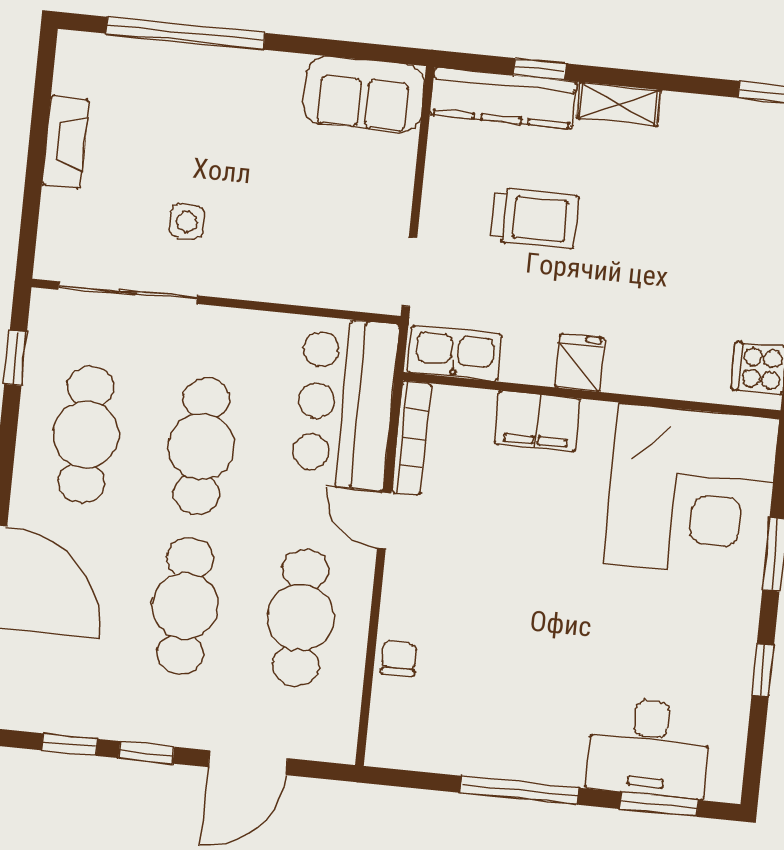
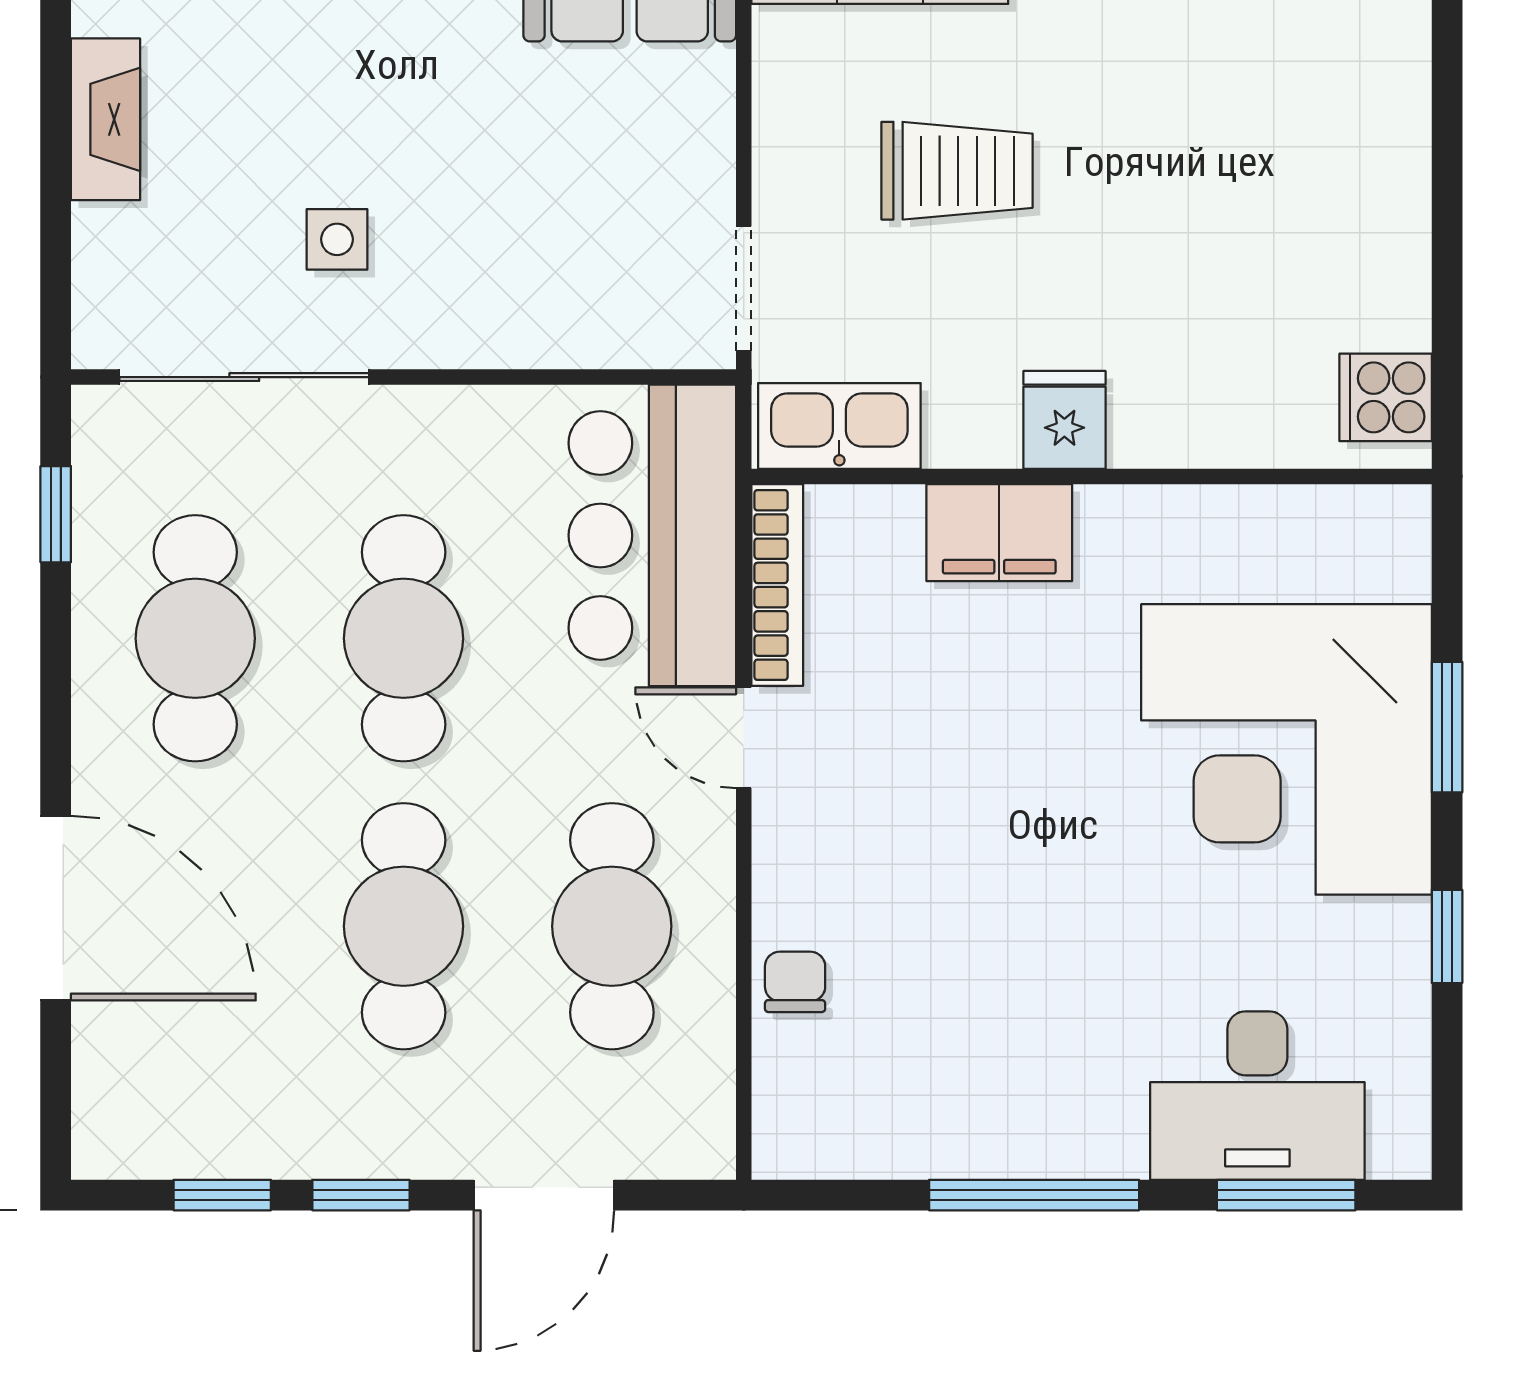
corner desk: (691, 491) -> (1286, 749), moved, turned 90

